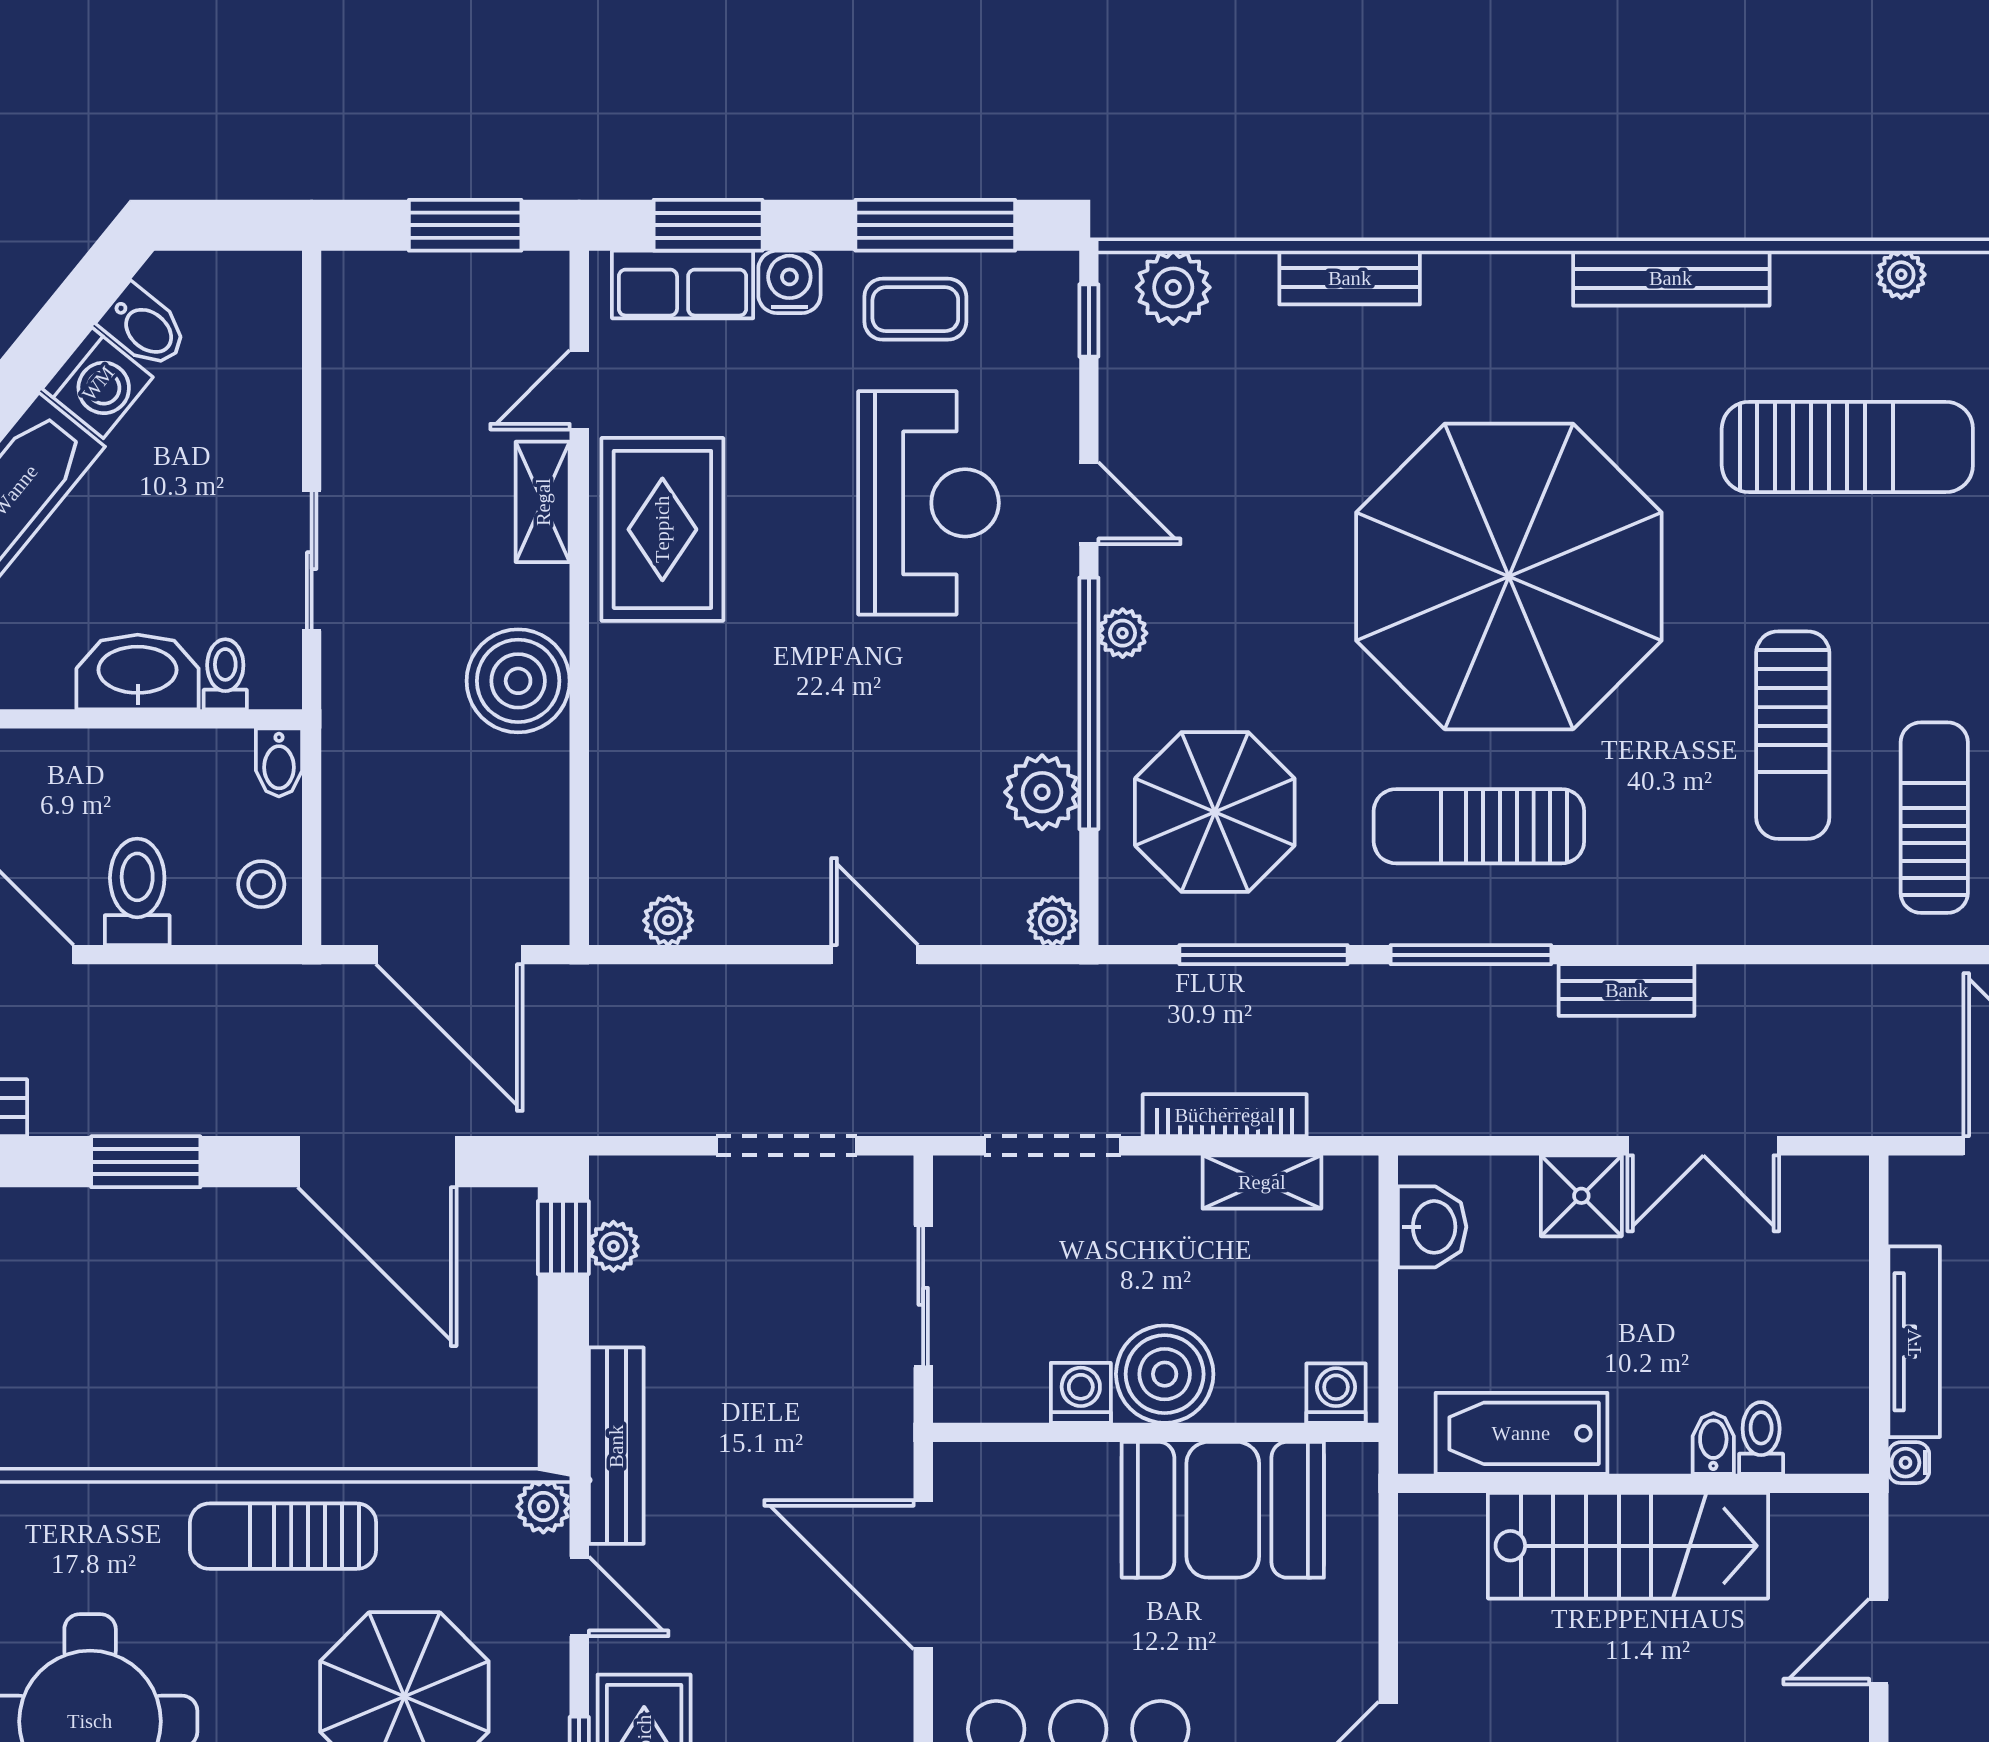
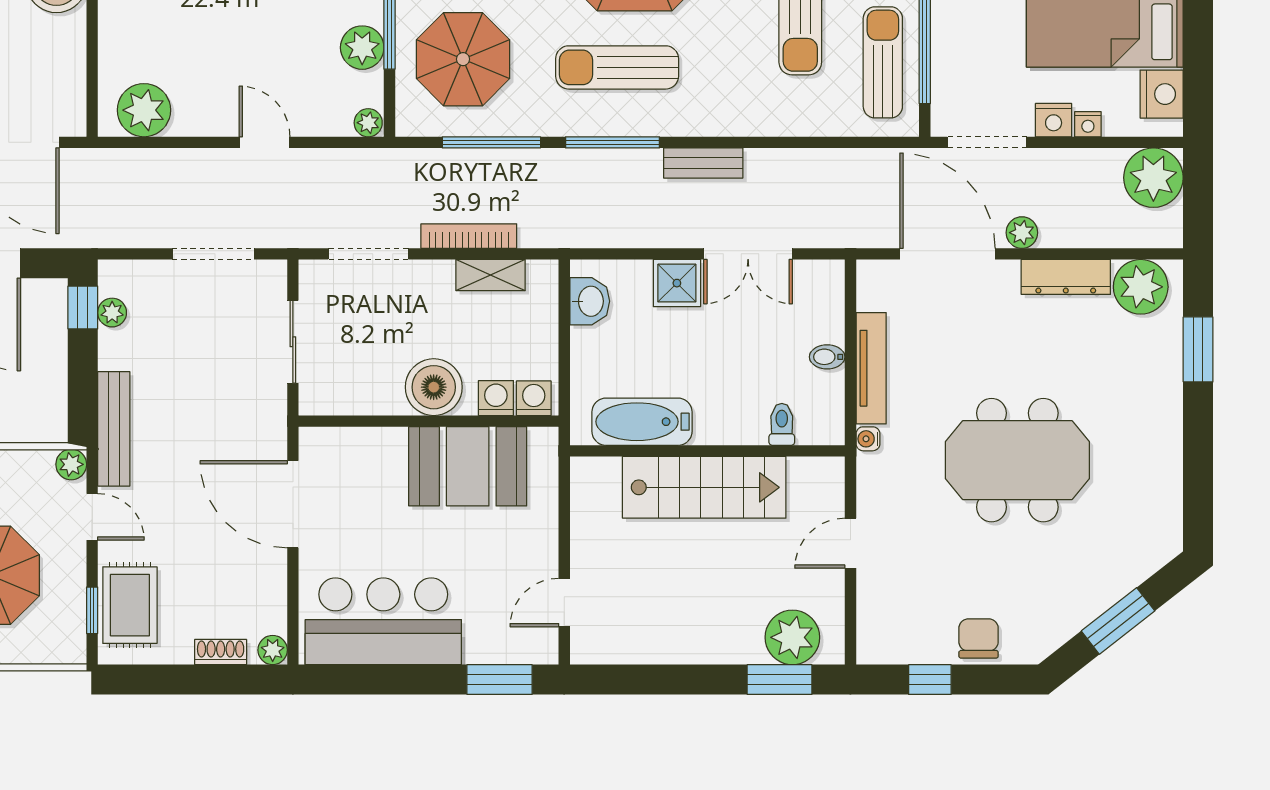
plant: (668, 921) -> (144, 110), width x1.87, depth x1.87
washing machine: (1081, 1393) -> (496, 398), moved
bidet: (1713, 1443) -> (827, 357), moved, turned -90

